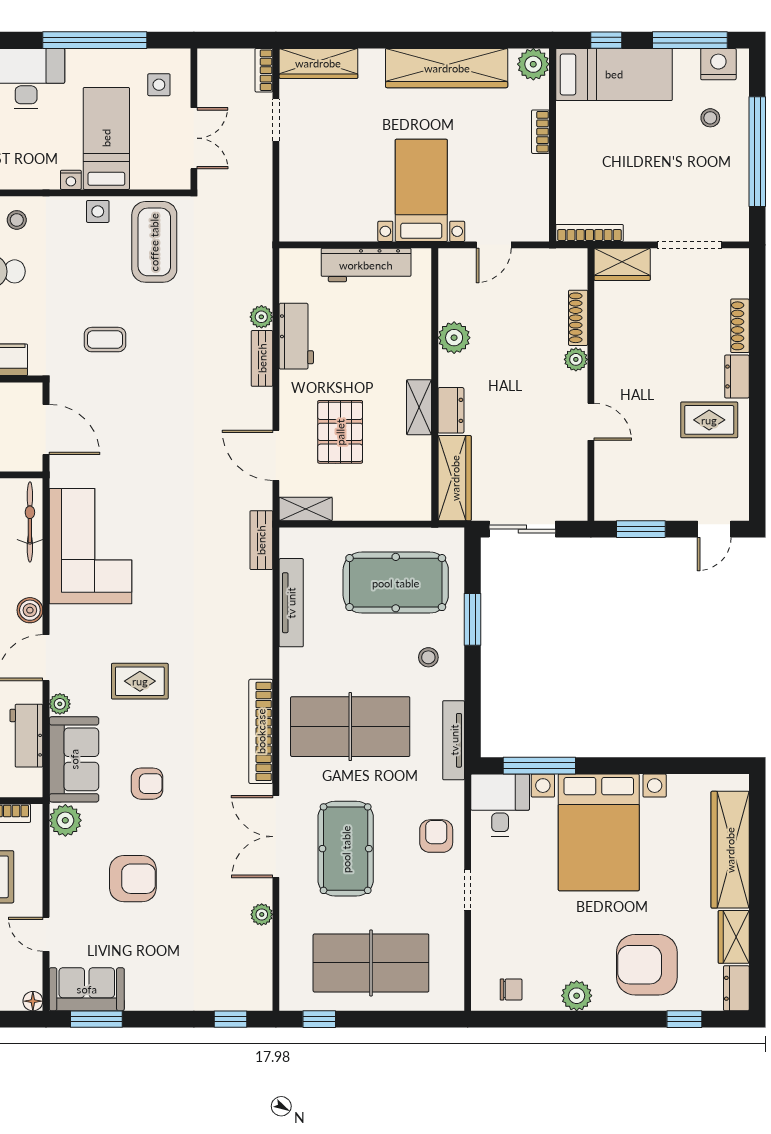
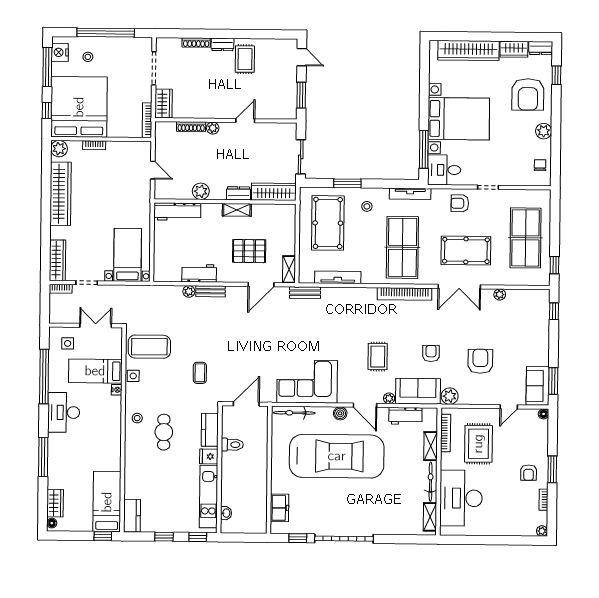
bed: (614, 74) -> (79, 107), width x2.04
bed with nightstands: (421, 190) -> (128, 255), moved, turned 90
workbench: (366, 265) -> (177, 212), moved, turned 90

